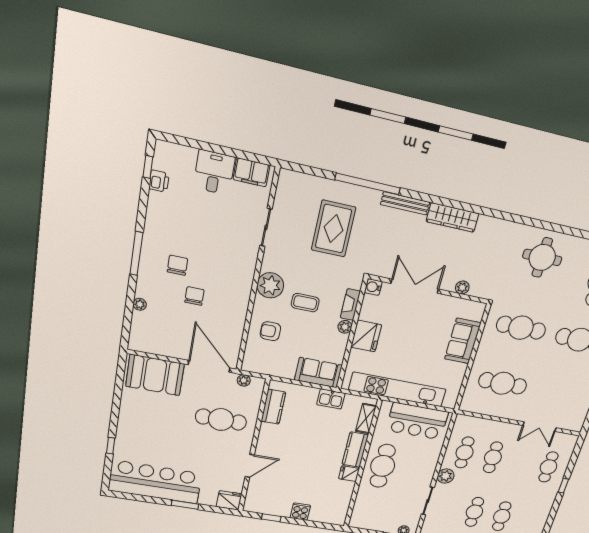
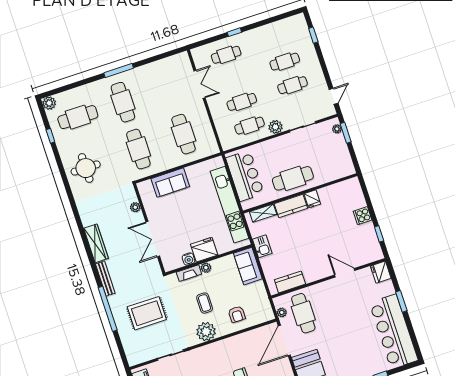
water cooler: (373, 287) -> (188, 259), moved
cafe table: (221, 420) -> (303, 313), moved

